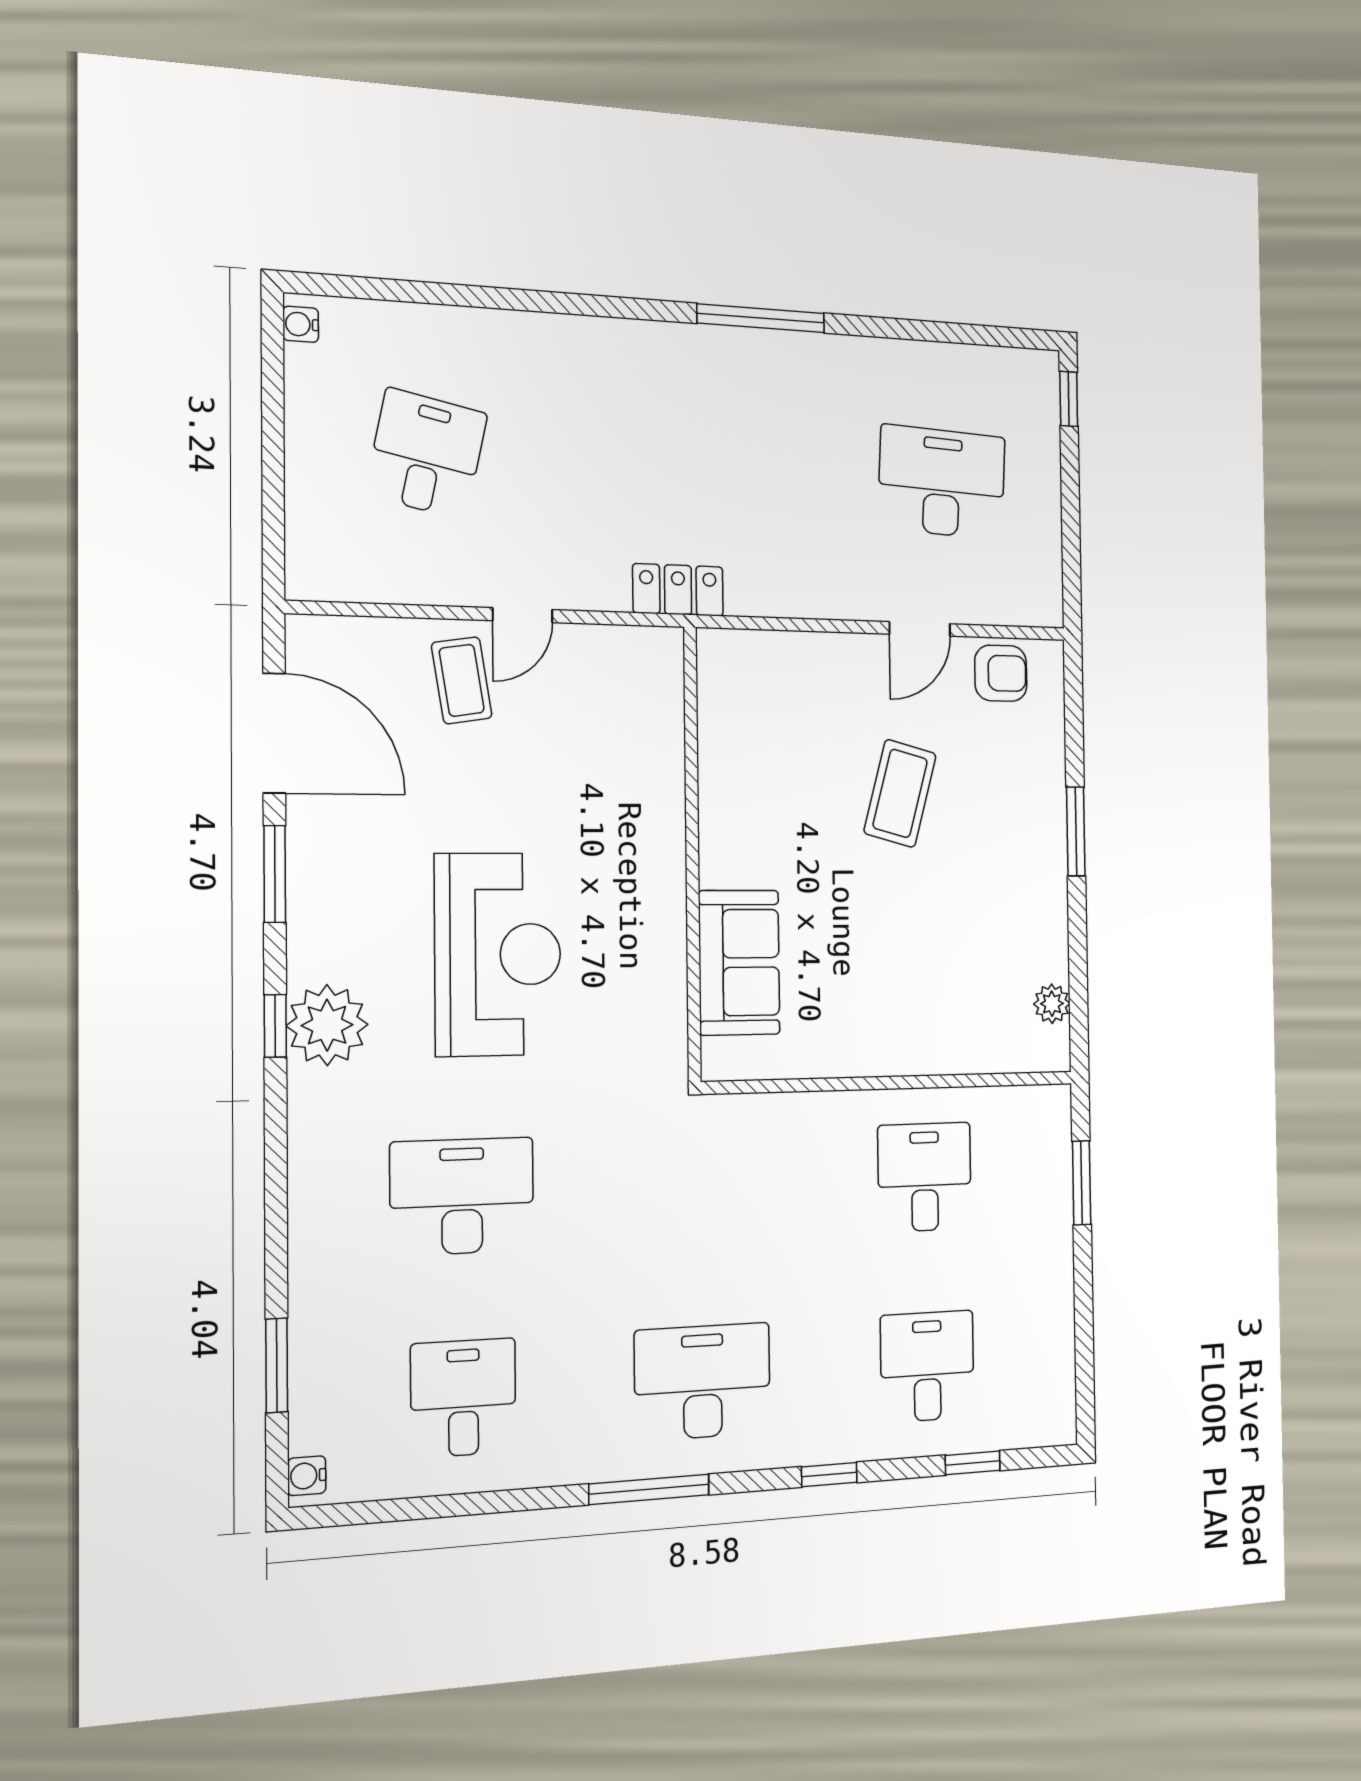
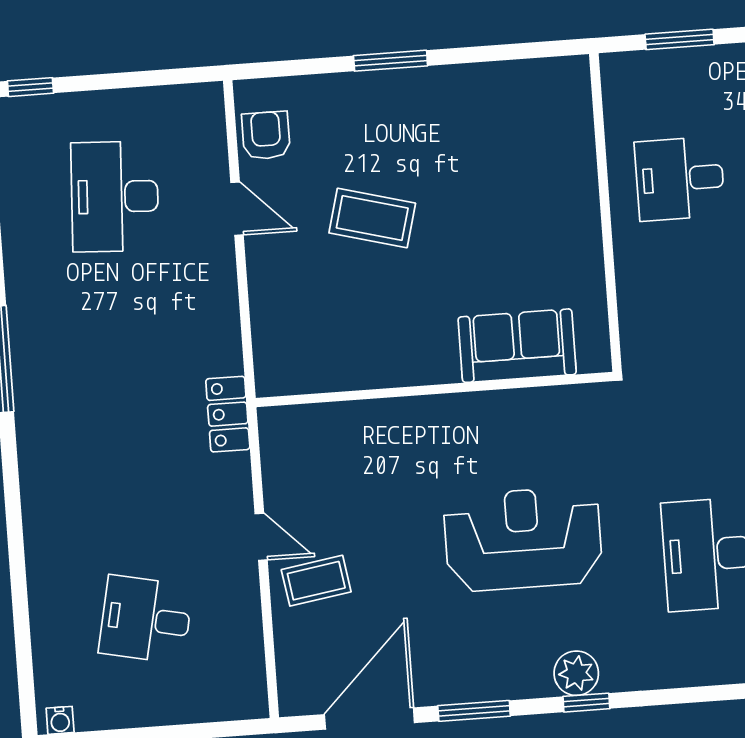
plant: (1052, 1004) -> (534, 74), removed
plant: (327, 1025) -> (576, 673), width x0.73, depth x0.73

